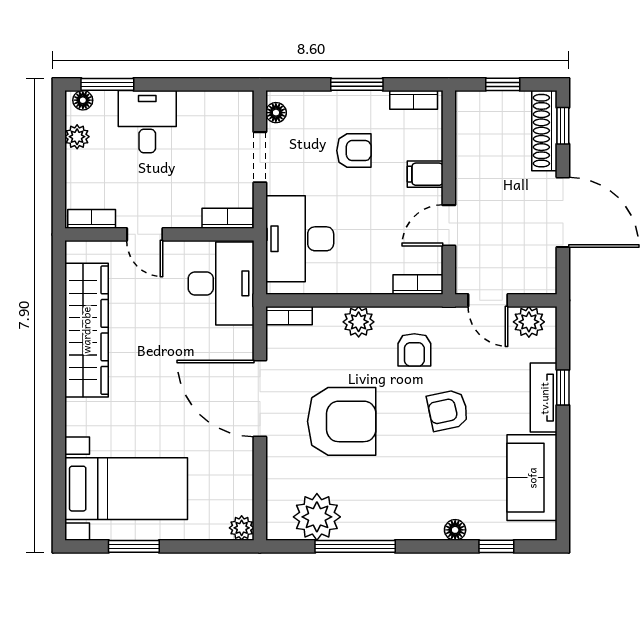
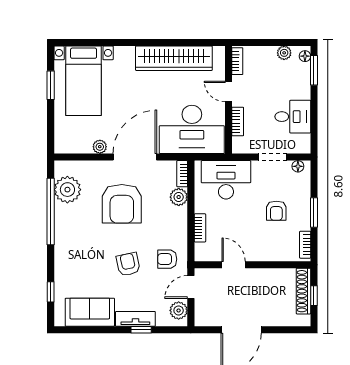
desk: (147, 122) -> (293, 117), moved
window: (563, 126) -> (290, 330), removed
shoe rack: (544, 131) -> (303, 291), moved, turned -90
filing cabinet: (425, 174) -> (263, 251), removed
bookcase: (228, 218) -> (238, 121), moved
door: (145, 234) -> (228, 91), hinge flipped
desk: (221, 283) -> (192, 129), width x1.36, depth x1.30
bookcase: (418, 284) -> (200, 228), moved
plant: (359, 322) -> (179, 197), moved
armchair: (414, 350) -> (167, 259), moved
plant: (242, 528) -> (100, 147), moved
floor lamp: (455, 530) -> (60, 268), removed
window: (355, 546) -> (51, 211), width x1.46

